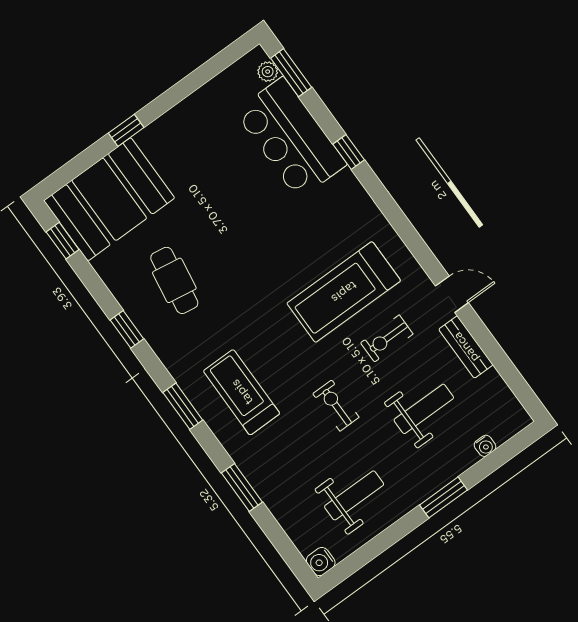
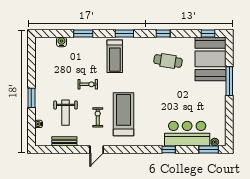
window: (126, 130) -> (229, 81), width x2.17
bench: (466, 347) -> (64, 141), moved
treadmill: (242, 392) -> (115, 56), turned 90
weight bench: (354, 495) -> (54, 69), removed
water cooler: (321, 562) -> (61, 42), moved

